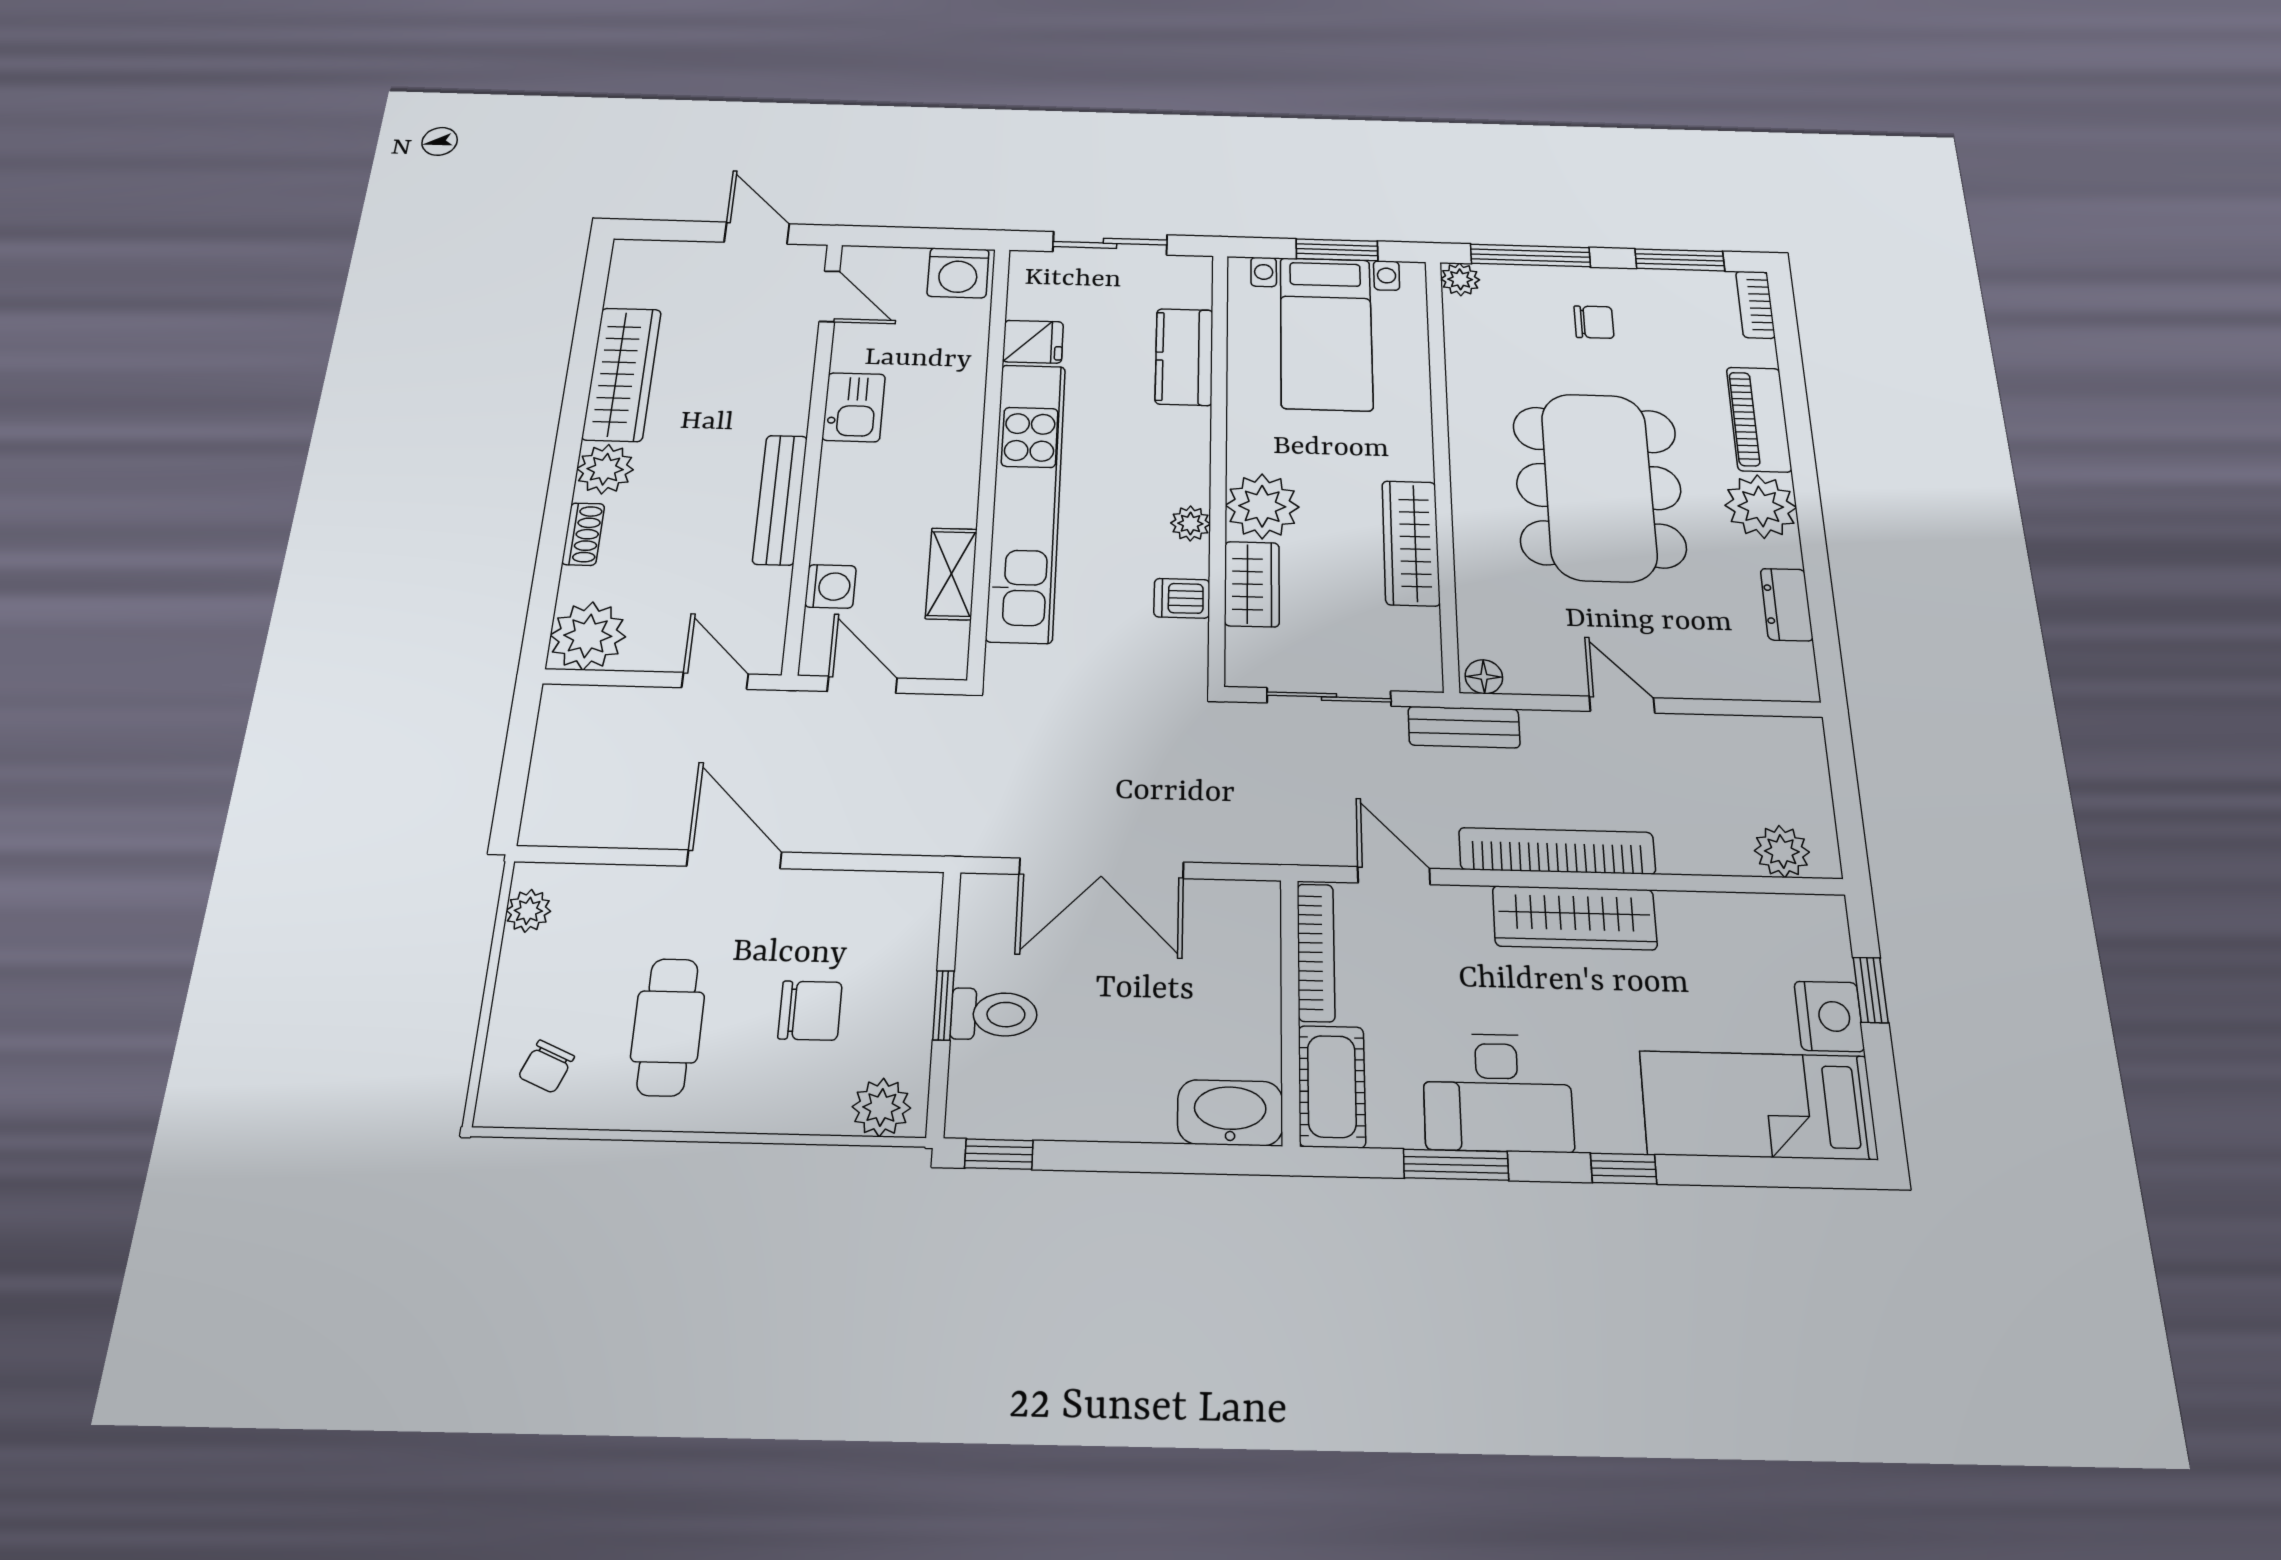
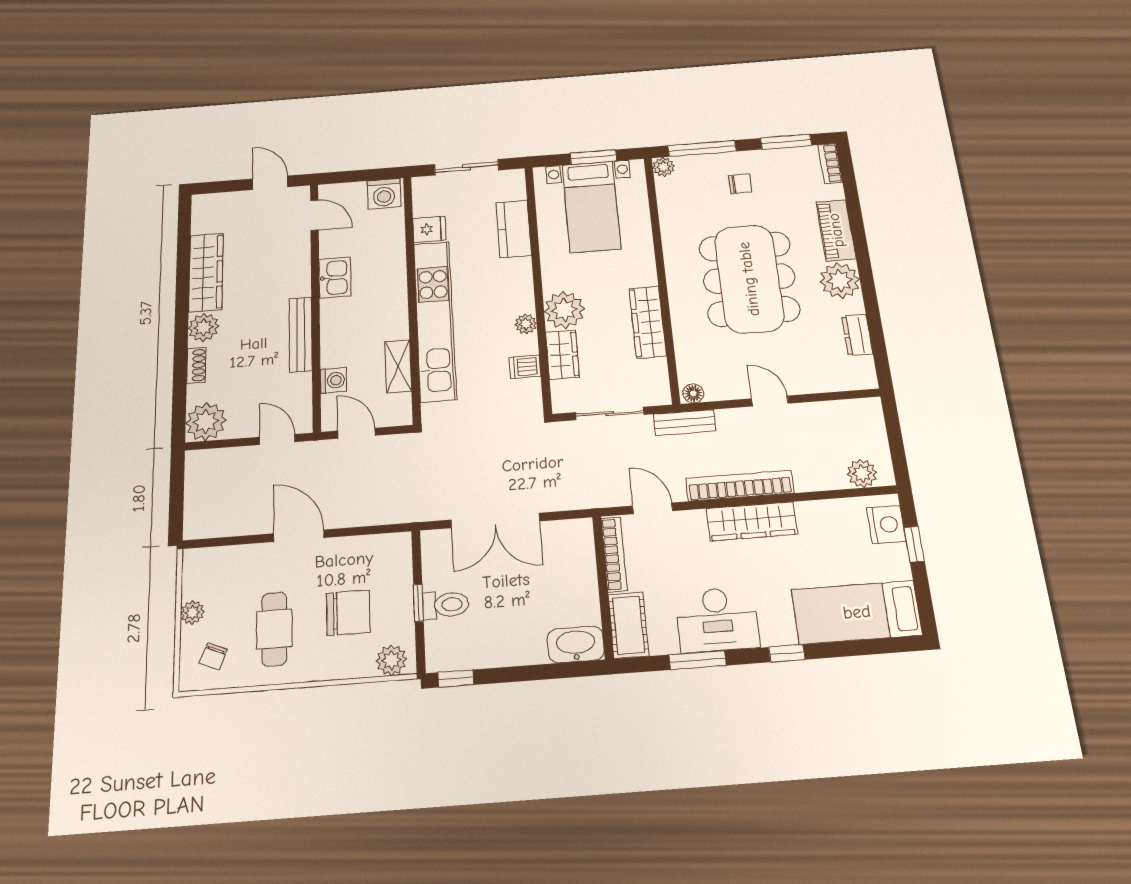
plant: (528, 911) -> (192, 612), moved
chair: (810, 1011) -> (348, 613), width x1.37, depth x1.37
nightstand: (1829, 1016) -> (886, 525), moved

